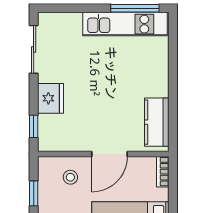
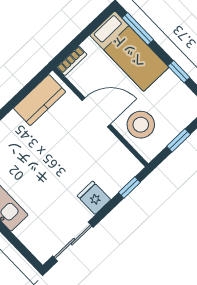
fridge: (50, 98) -> (94, 198), width x0.72
stool: (70, 177) -> (141, 125), width x1.89, depth x1.89

